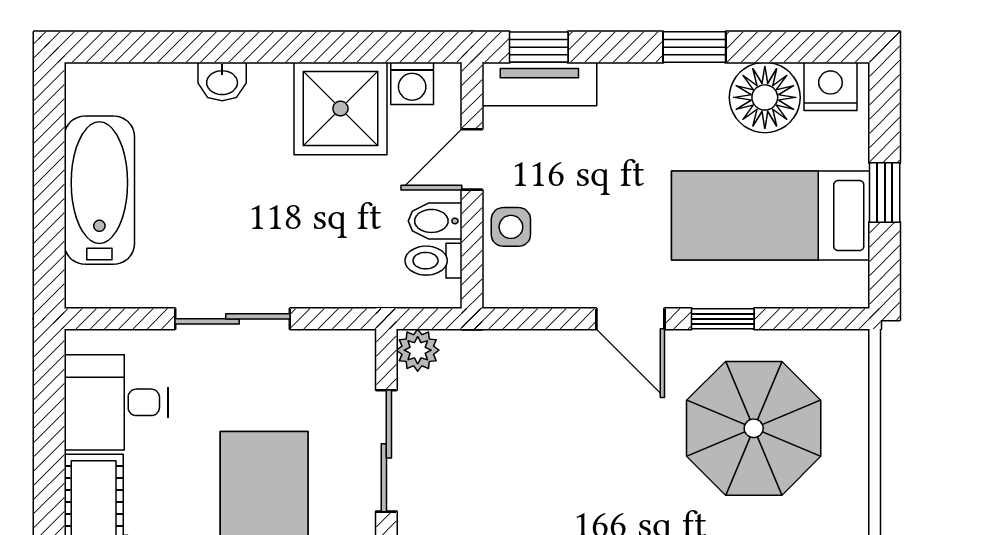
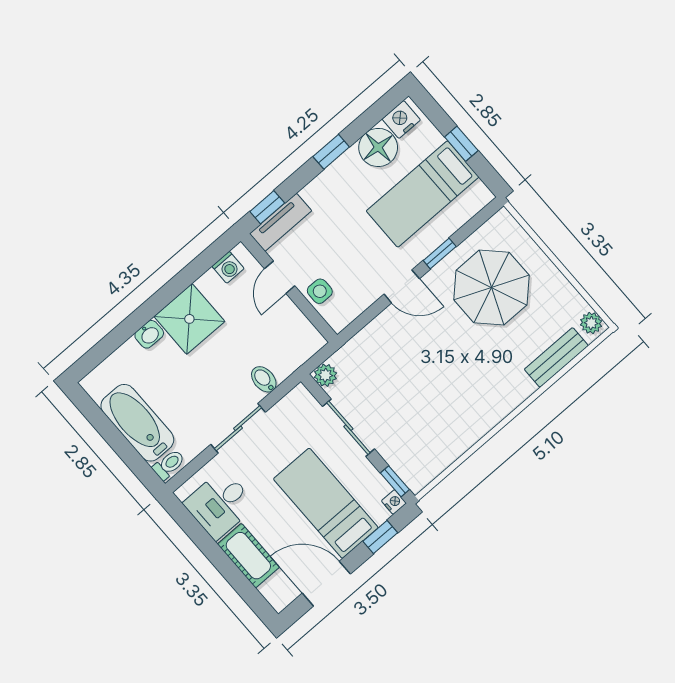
shower: (340, 109) -> (189, 319), moved
bidet: (435, 221) -> (264, 379), moved, turned 90
toilet: (434, 261) -> (169, 465), moved, turned 180

